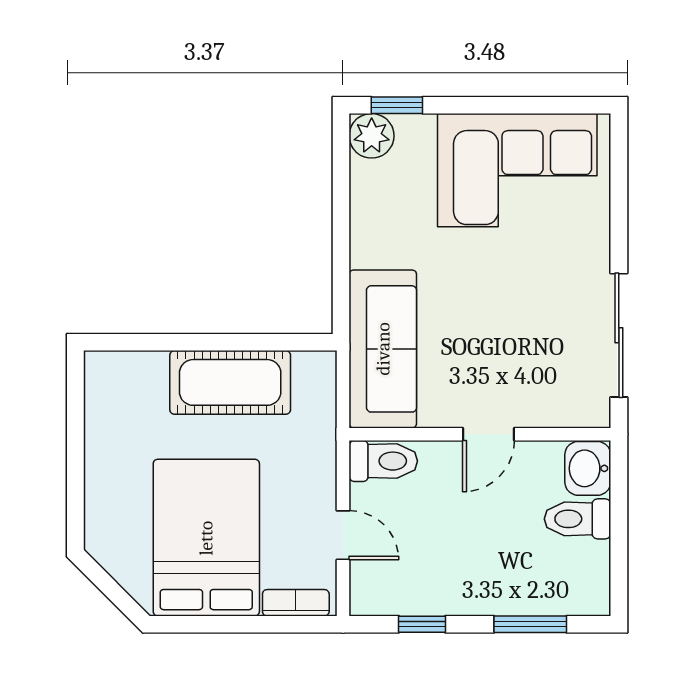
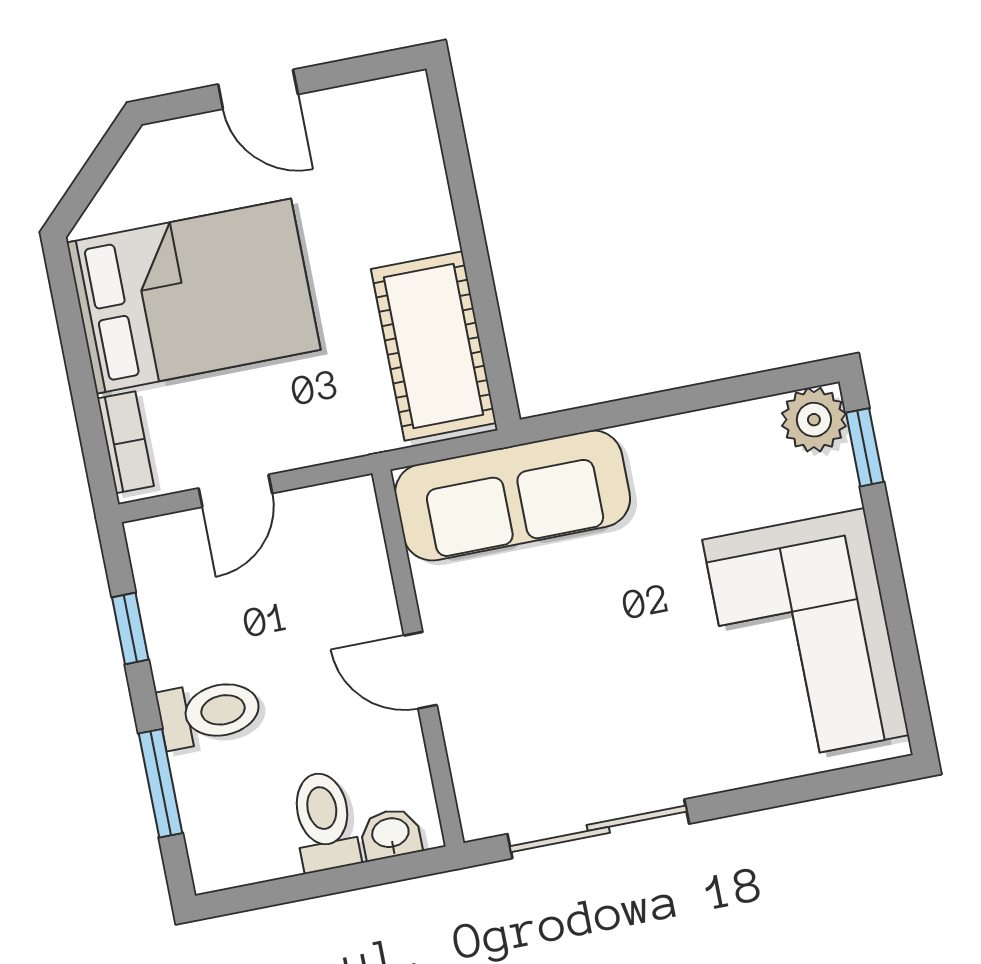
cot: (230, 382) -> (434, 346), moved
toilet: (383, 461) -> (209, 713), moved, turned -90
door: (75, 467) -> (258, 89), added
washbasin: (588, 468) -> (391, 834), width x0.72, depth x0.69

